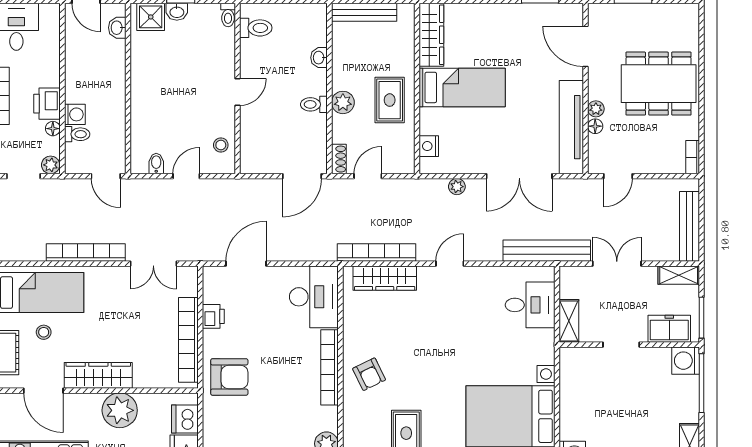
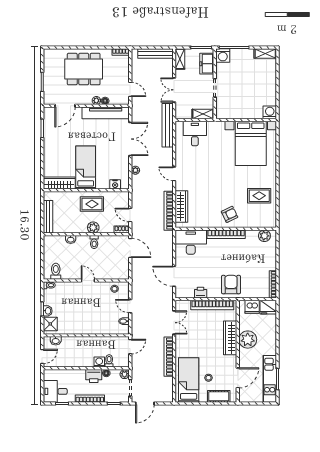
dining table: (659, 84) -> (84, 69), turned 90
wardrobe: (98, 375) -> (230, 338), moved

